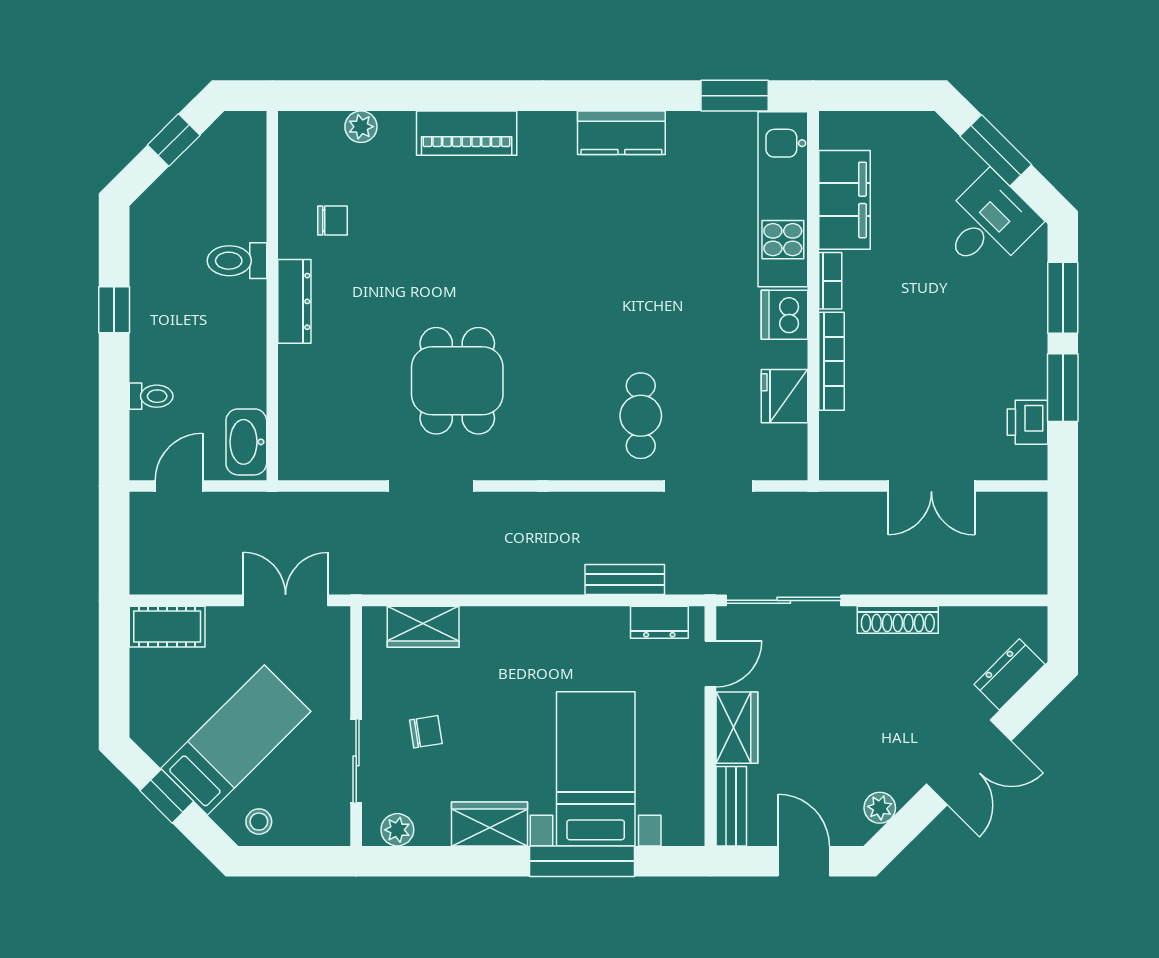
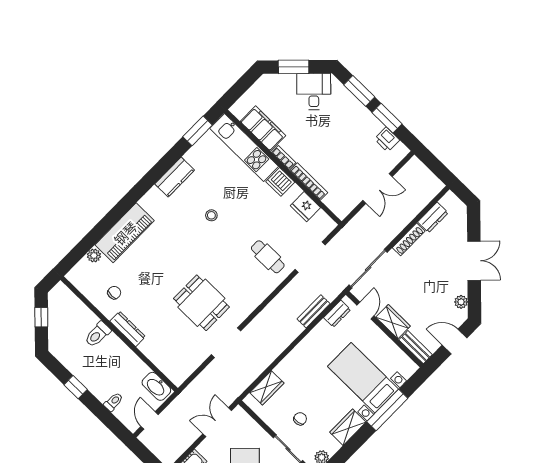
piano: (467, 133) -> (125, 233), width x1.37, depth x1.33
stool: (618, 255) -> (211, 215), added
dresser: (1009, 674) -> (433, 217), moved, turned -135

